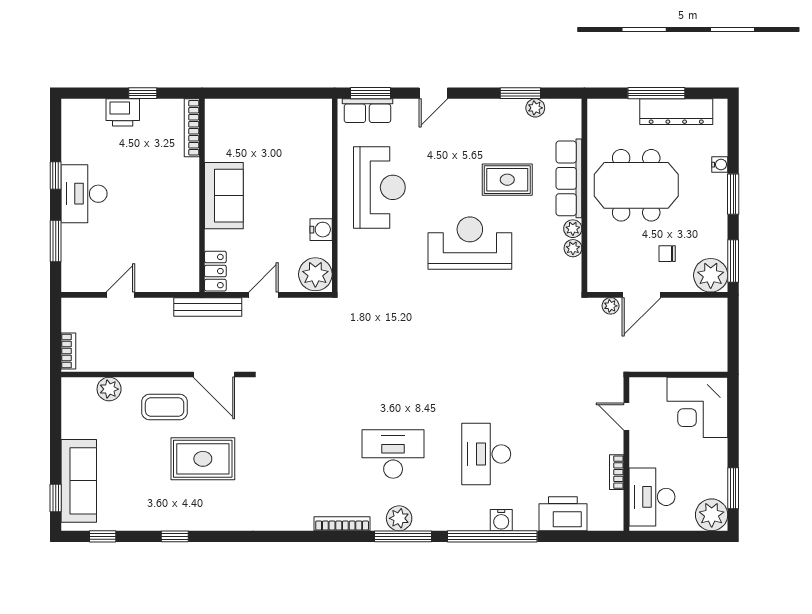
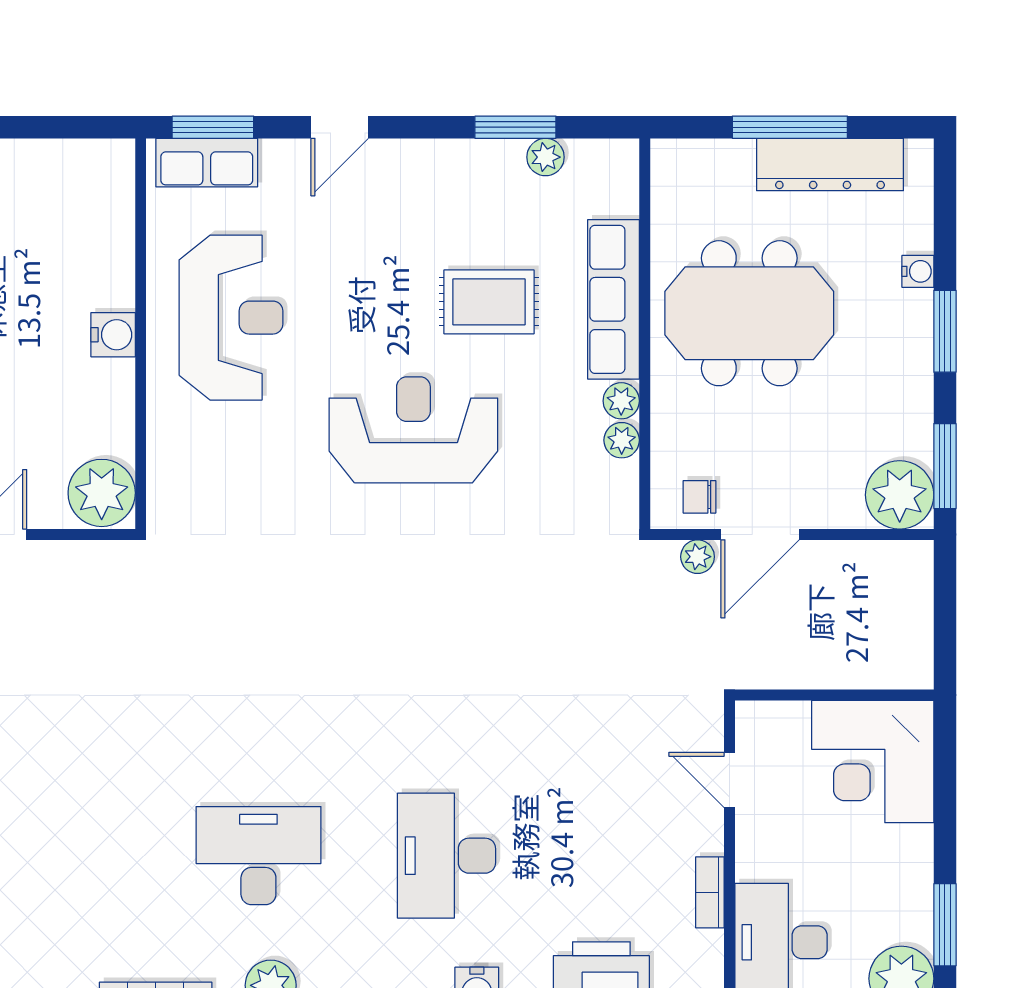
water cooler: (321, 230) -> (113, 335), moved
chair: (667, 254) -> (699, 497), moved

